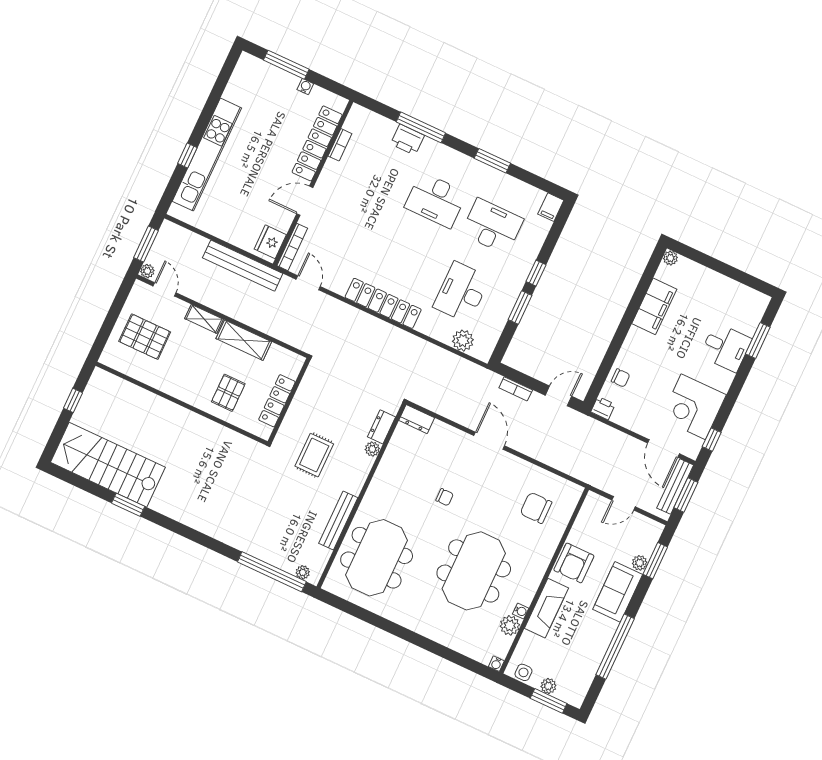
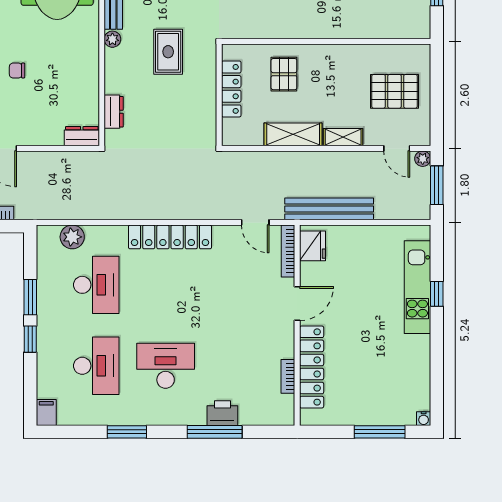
water cooler: (305, 87) -> (424, 419), moved
kitchen unit: (207, 155) -> (417, 287), width x0.73
desk: (492, 226) -> (96, 366), turned -90
plant: (372, 449) -> (112, 39), moved

